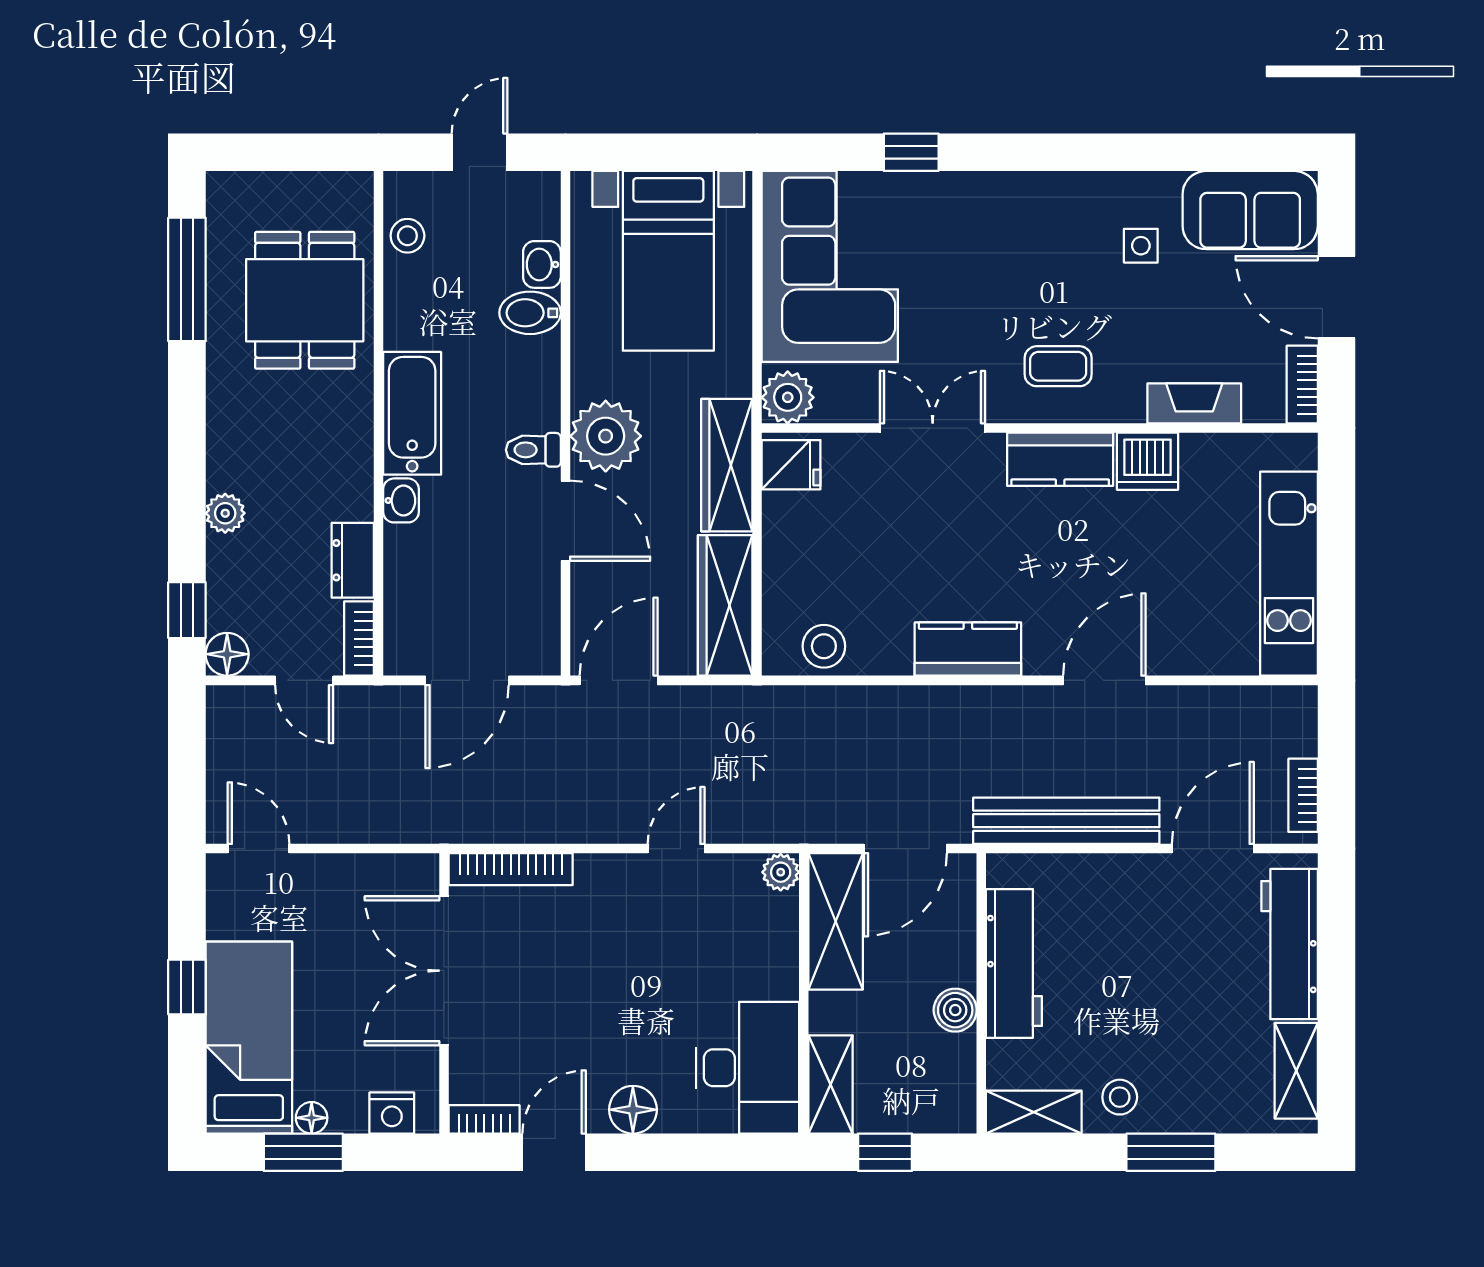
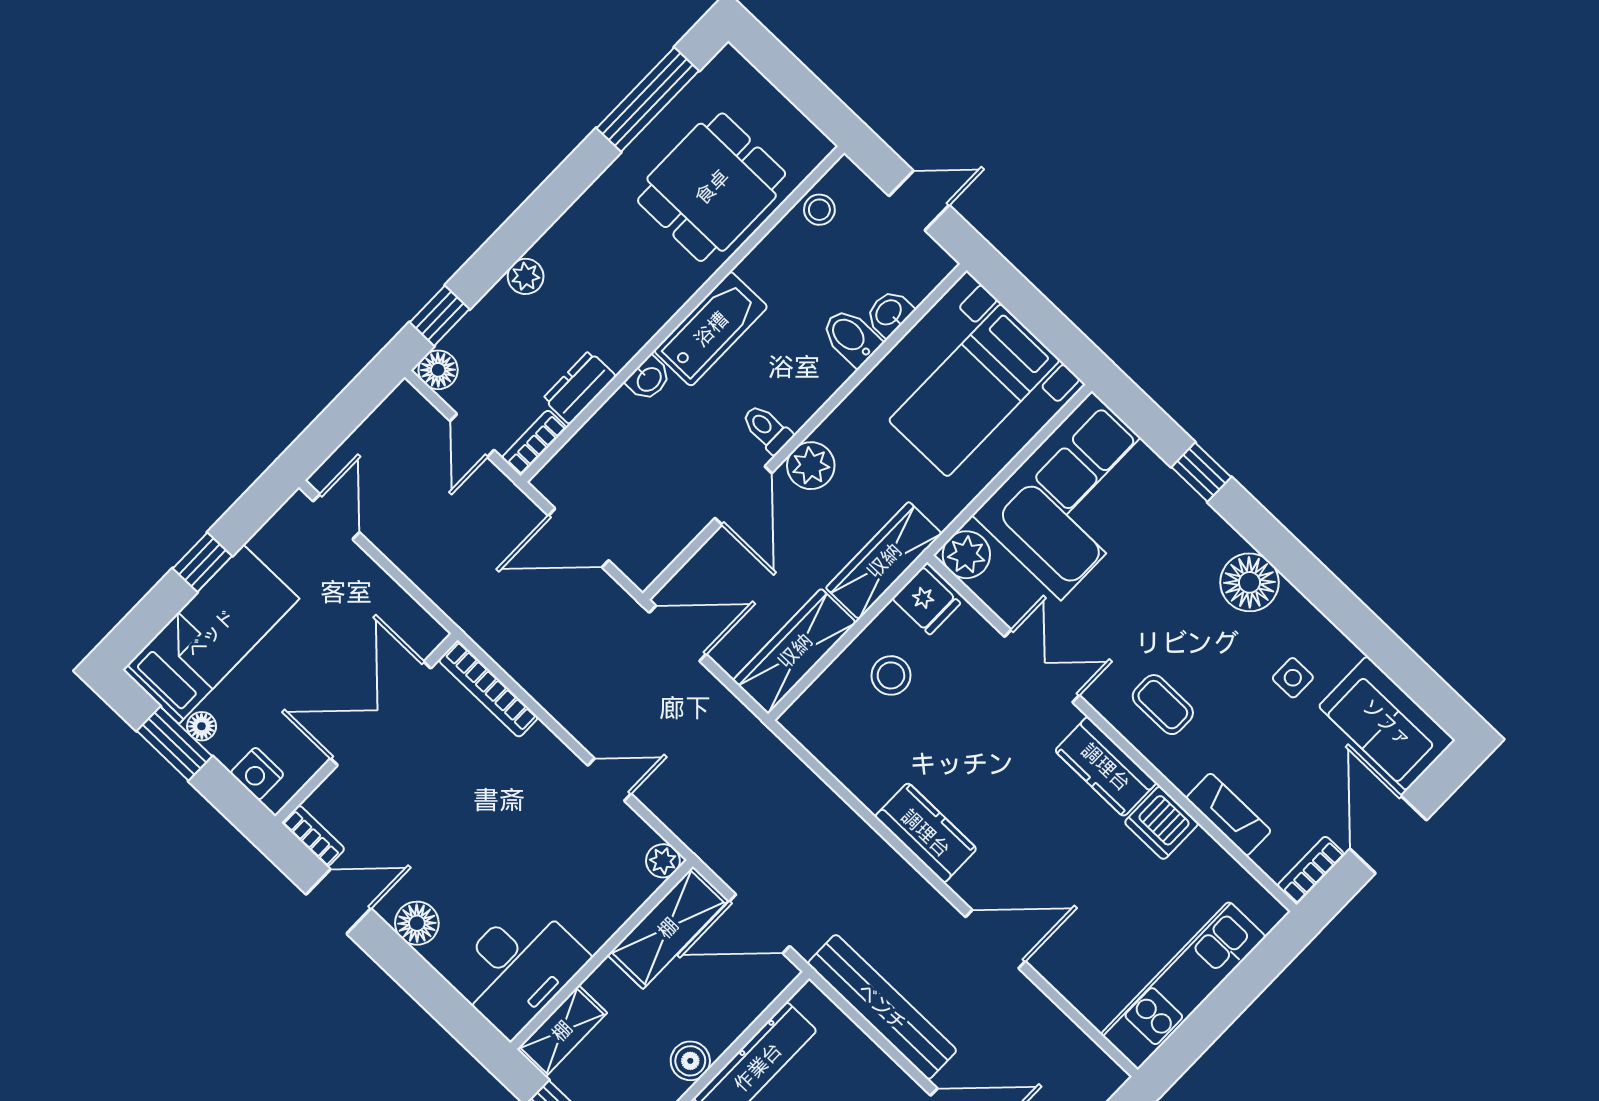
floor lamp: (1034, 203) -> (1249, 582), added
plant: (606, 436) -> (811, 466), width x0.73, depth x0.73
stool: (824, 646) -> (891, 675), moved

